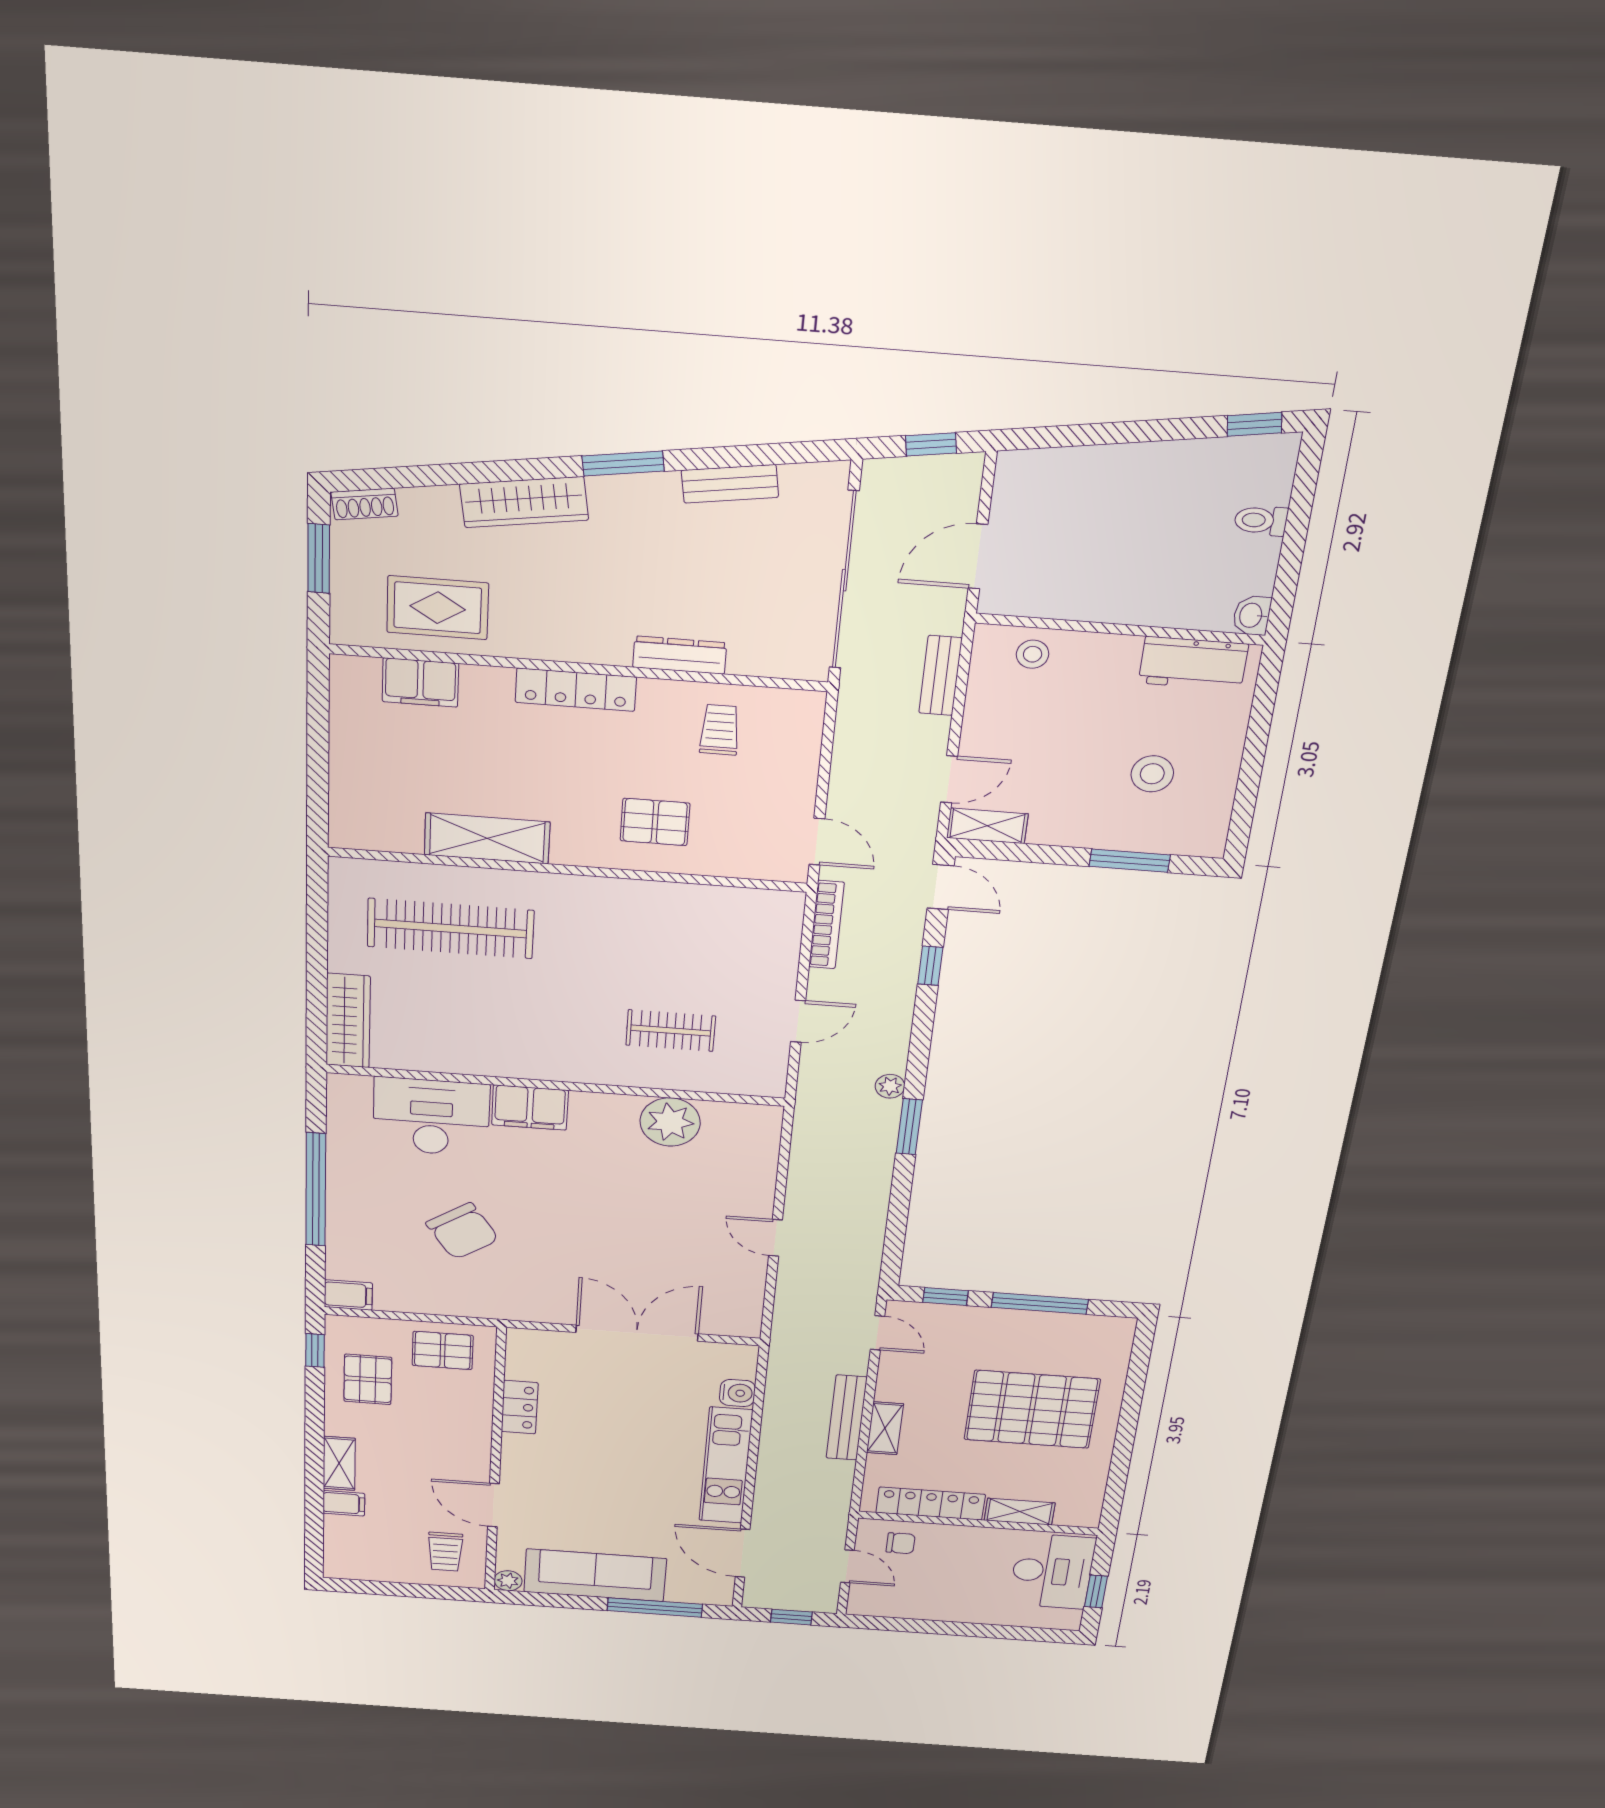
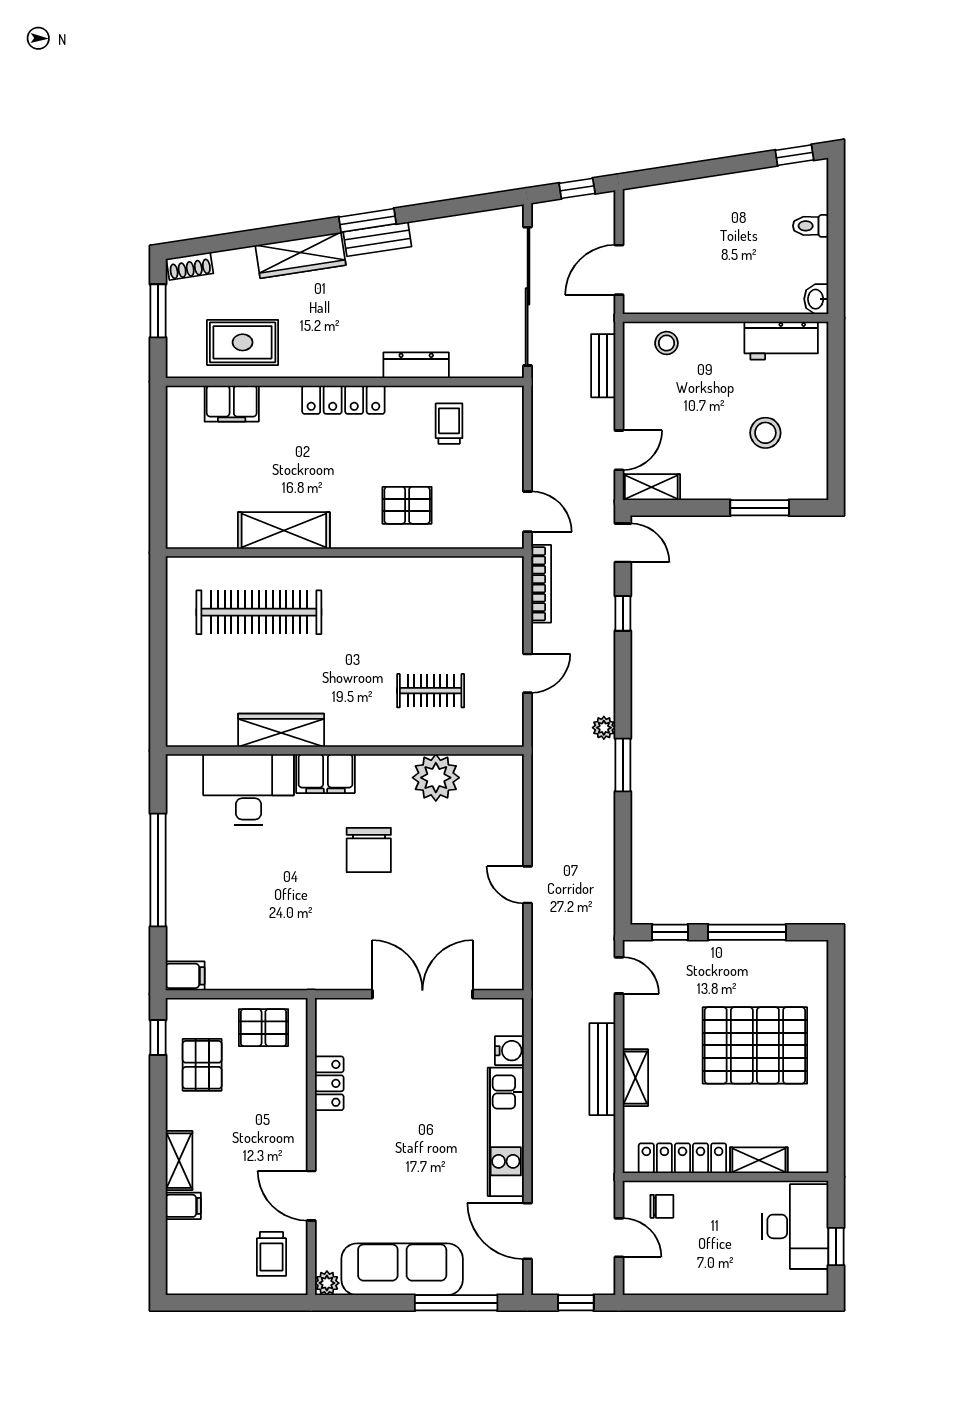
bench: (730, 484) -> (377, 239), moved
wardrobe: (348, 1021) -> (281, 730), moved, turned -90
chair: (462, 1231) -> (369, 850), moved, turned 34

